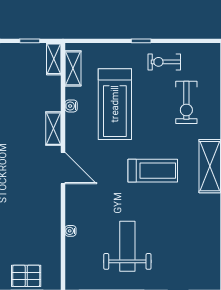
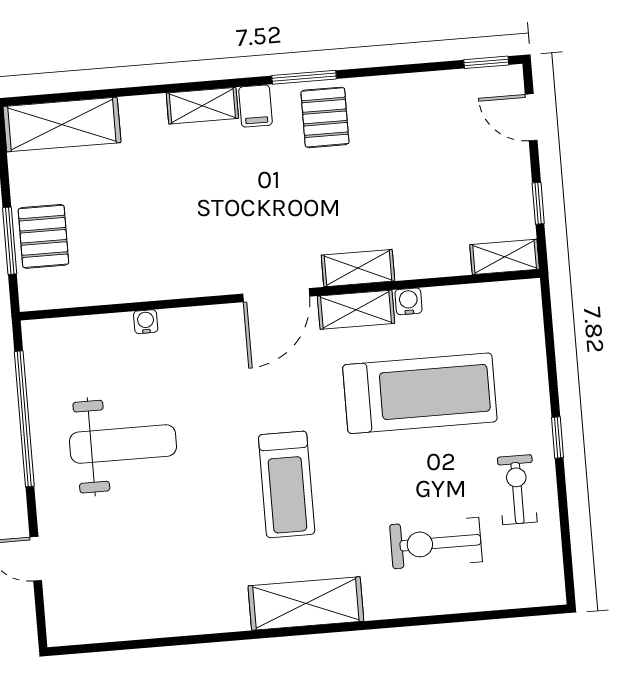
shelving: (73, 68) -> (356, 310), moved
treadmill: (115, 104) -> (420, 393), turned 180

